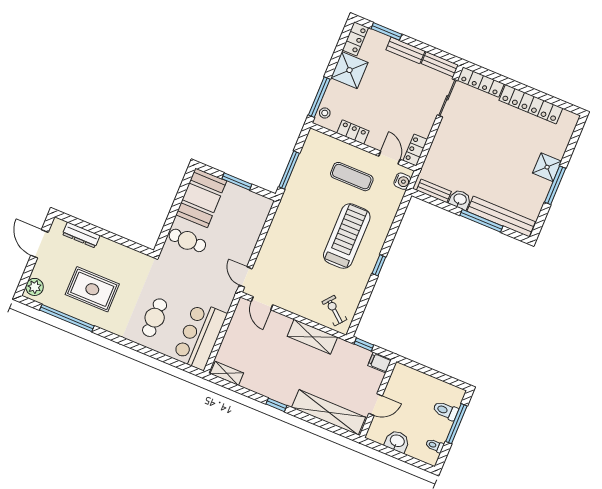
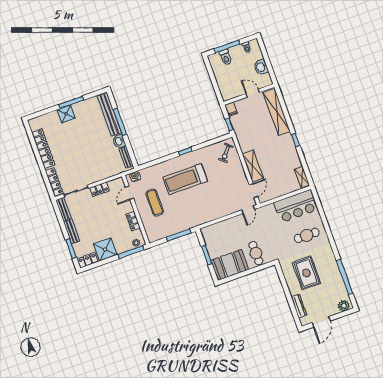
locker: (415, 150) -> (99, 189), moved
rug: (92, 289) -> (306, 273), moved
shelving: (312, 337) -> (253, 166), moved

